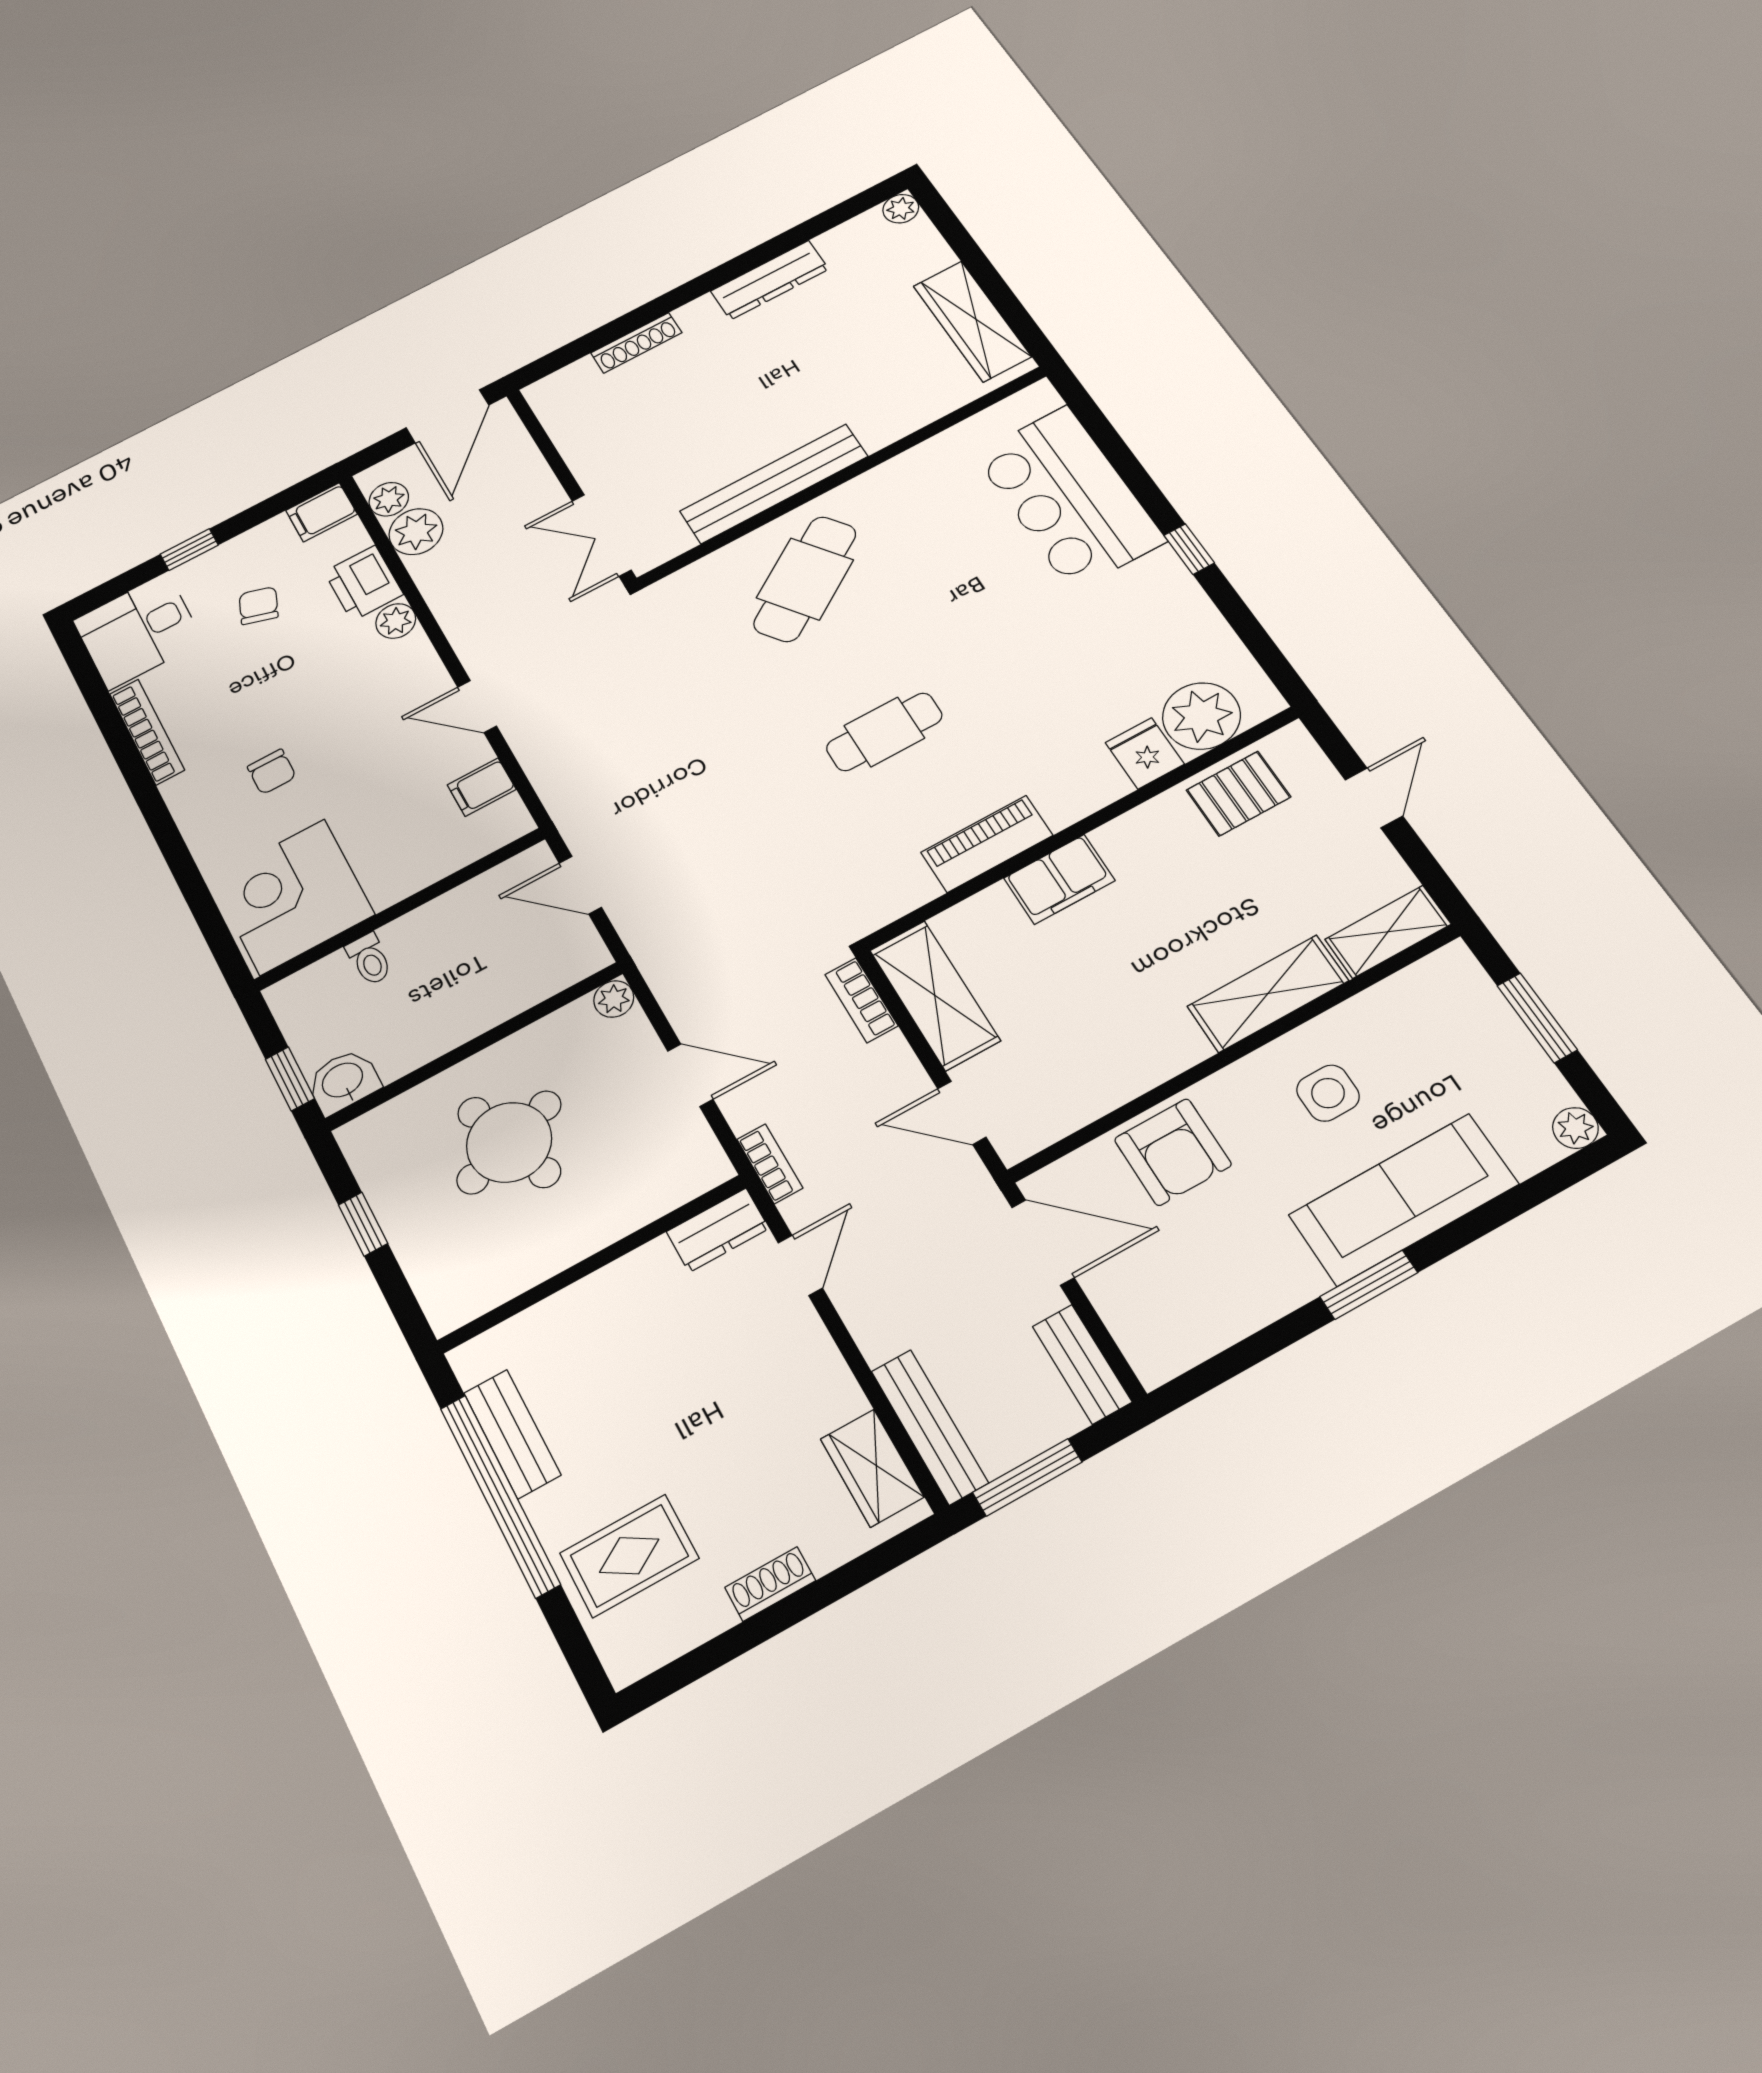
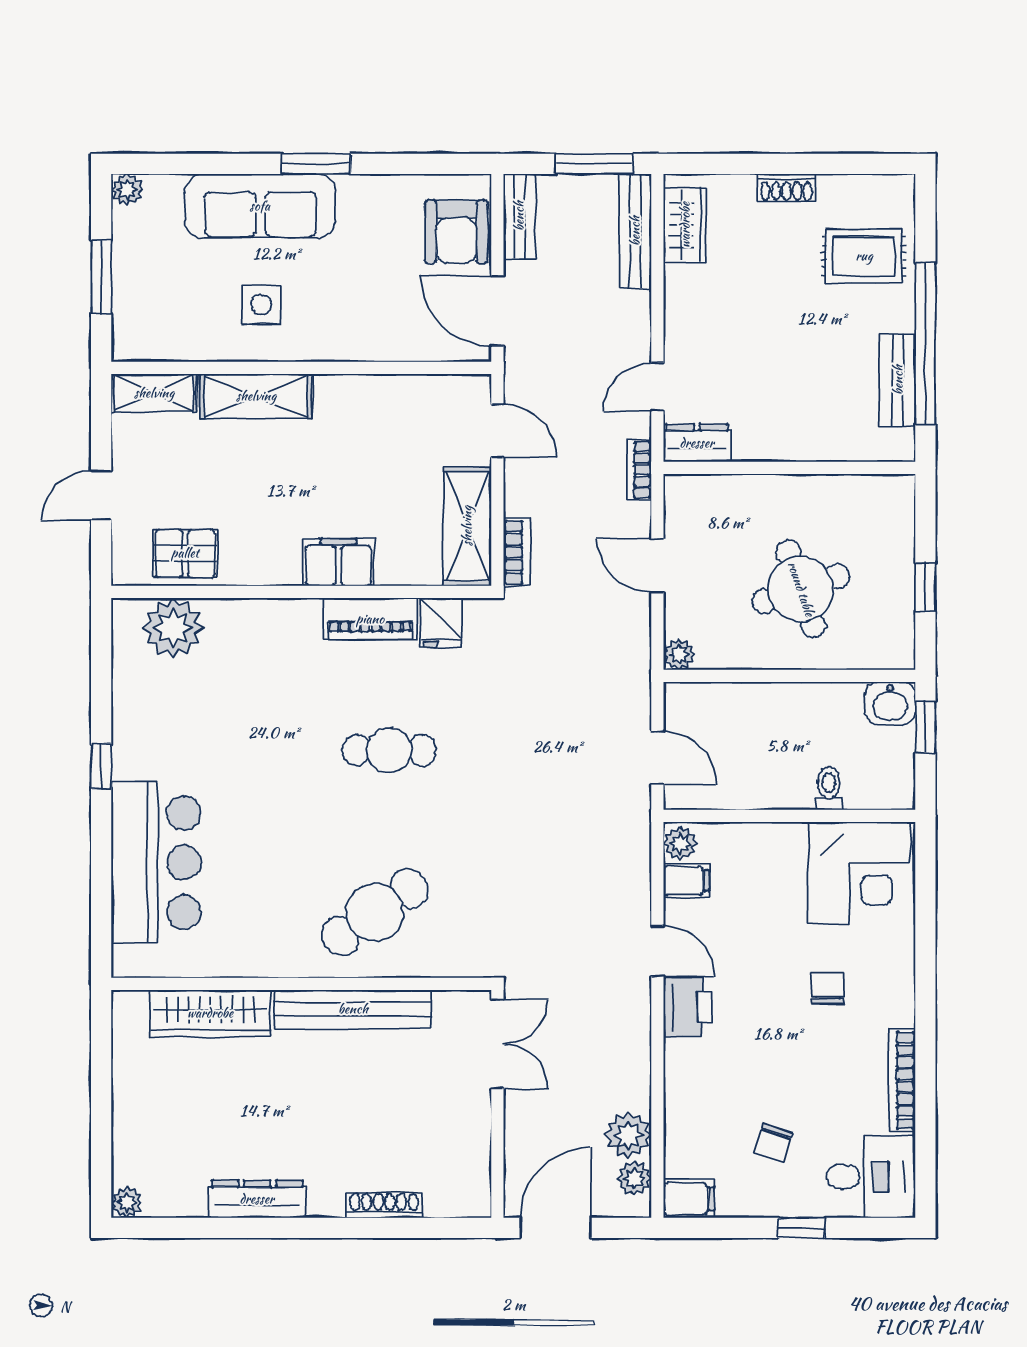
wardrobe: (972, 321) -> (210, 1013), moved, turned 90
printer: (364, 583) -> (688, 1007), moved
plant: (396, 621) -> (680, 843), moved
fridge: (1145, 753) -> (441, 623), moved
armchair: (1173, 1152) -> (456, 232), moved, turned 180

